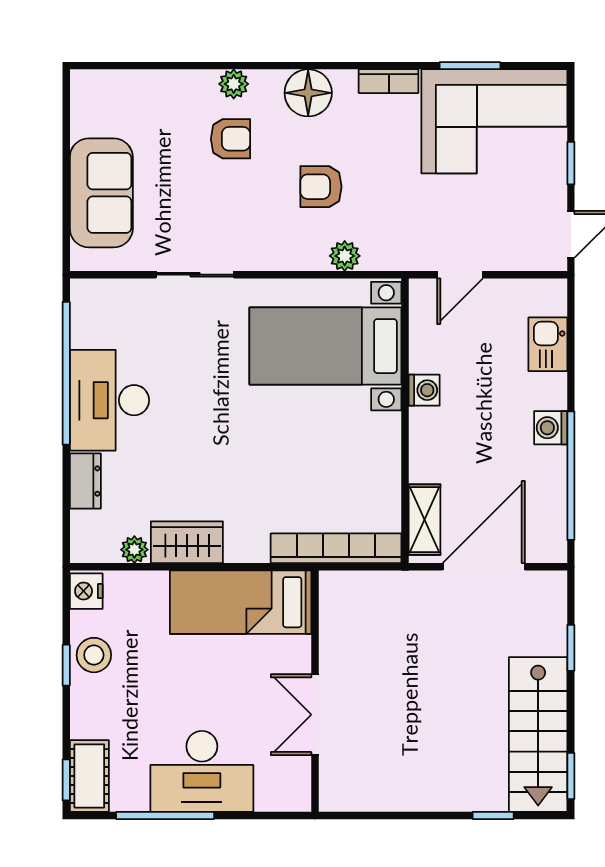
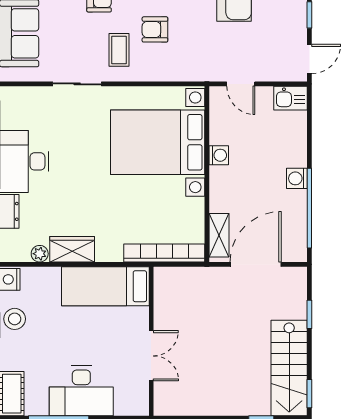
coffee table: (263, 220) -> (119, 50), added
plant: (345, 256) -> (170, 72), removed
door: (460, 275) -> (241, 84), hinge flipped
kitchen sink: (548, 344) -> (291, 98), moved, turned -90
bed with nightstands: (325, 346) -> (158, 142), width x1.36
double door: (315, 715) -> (151, 356), swing flipped

